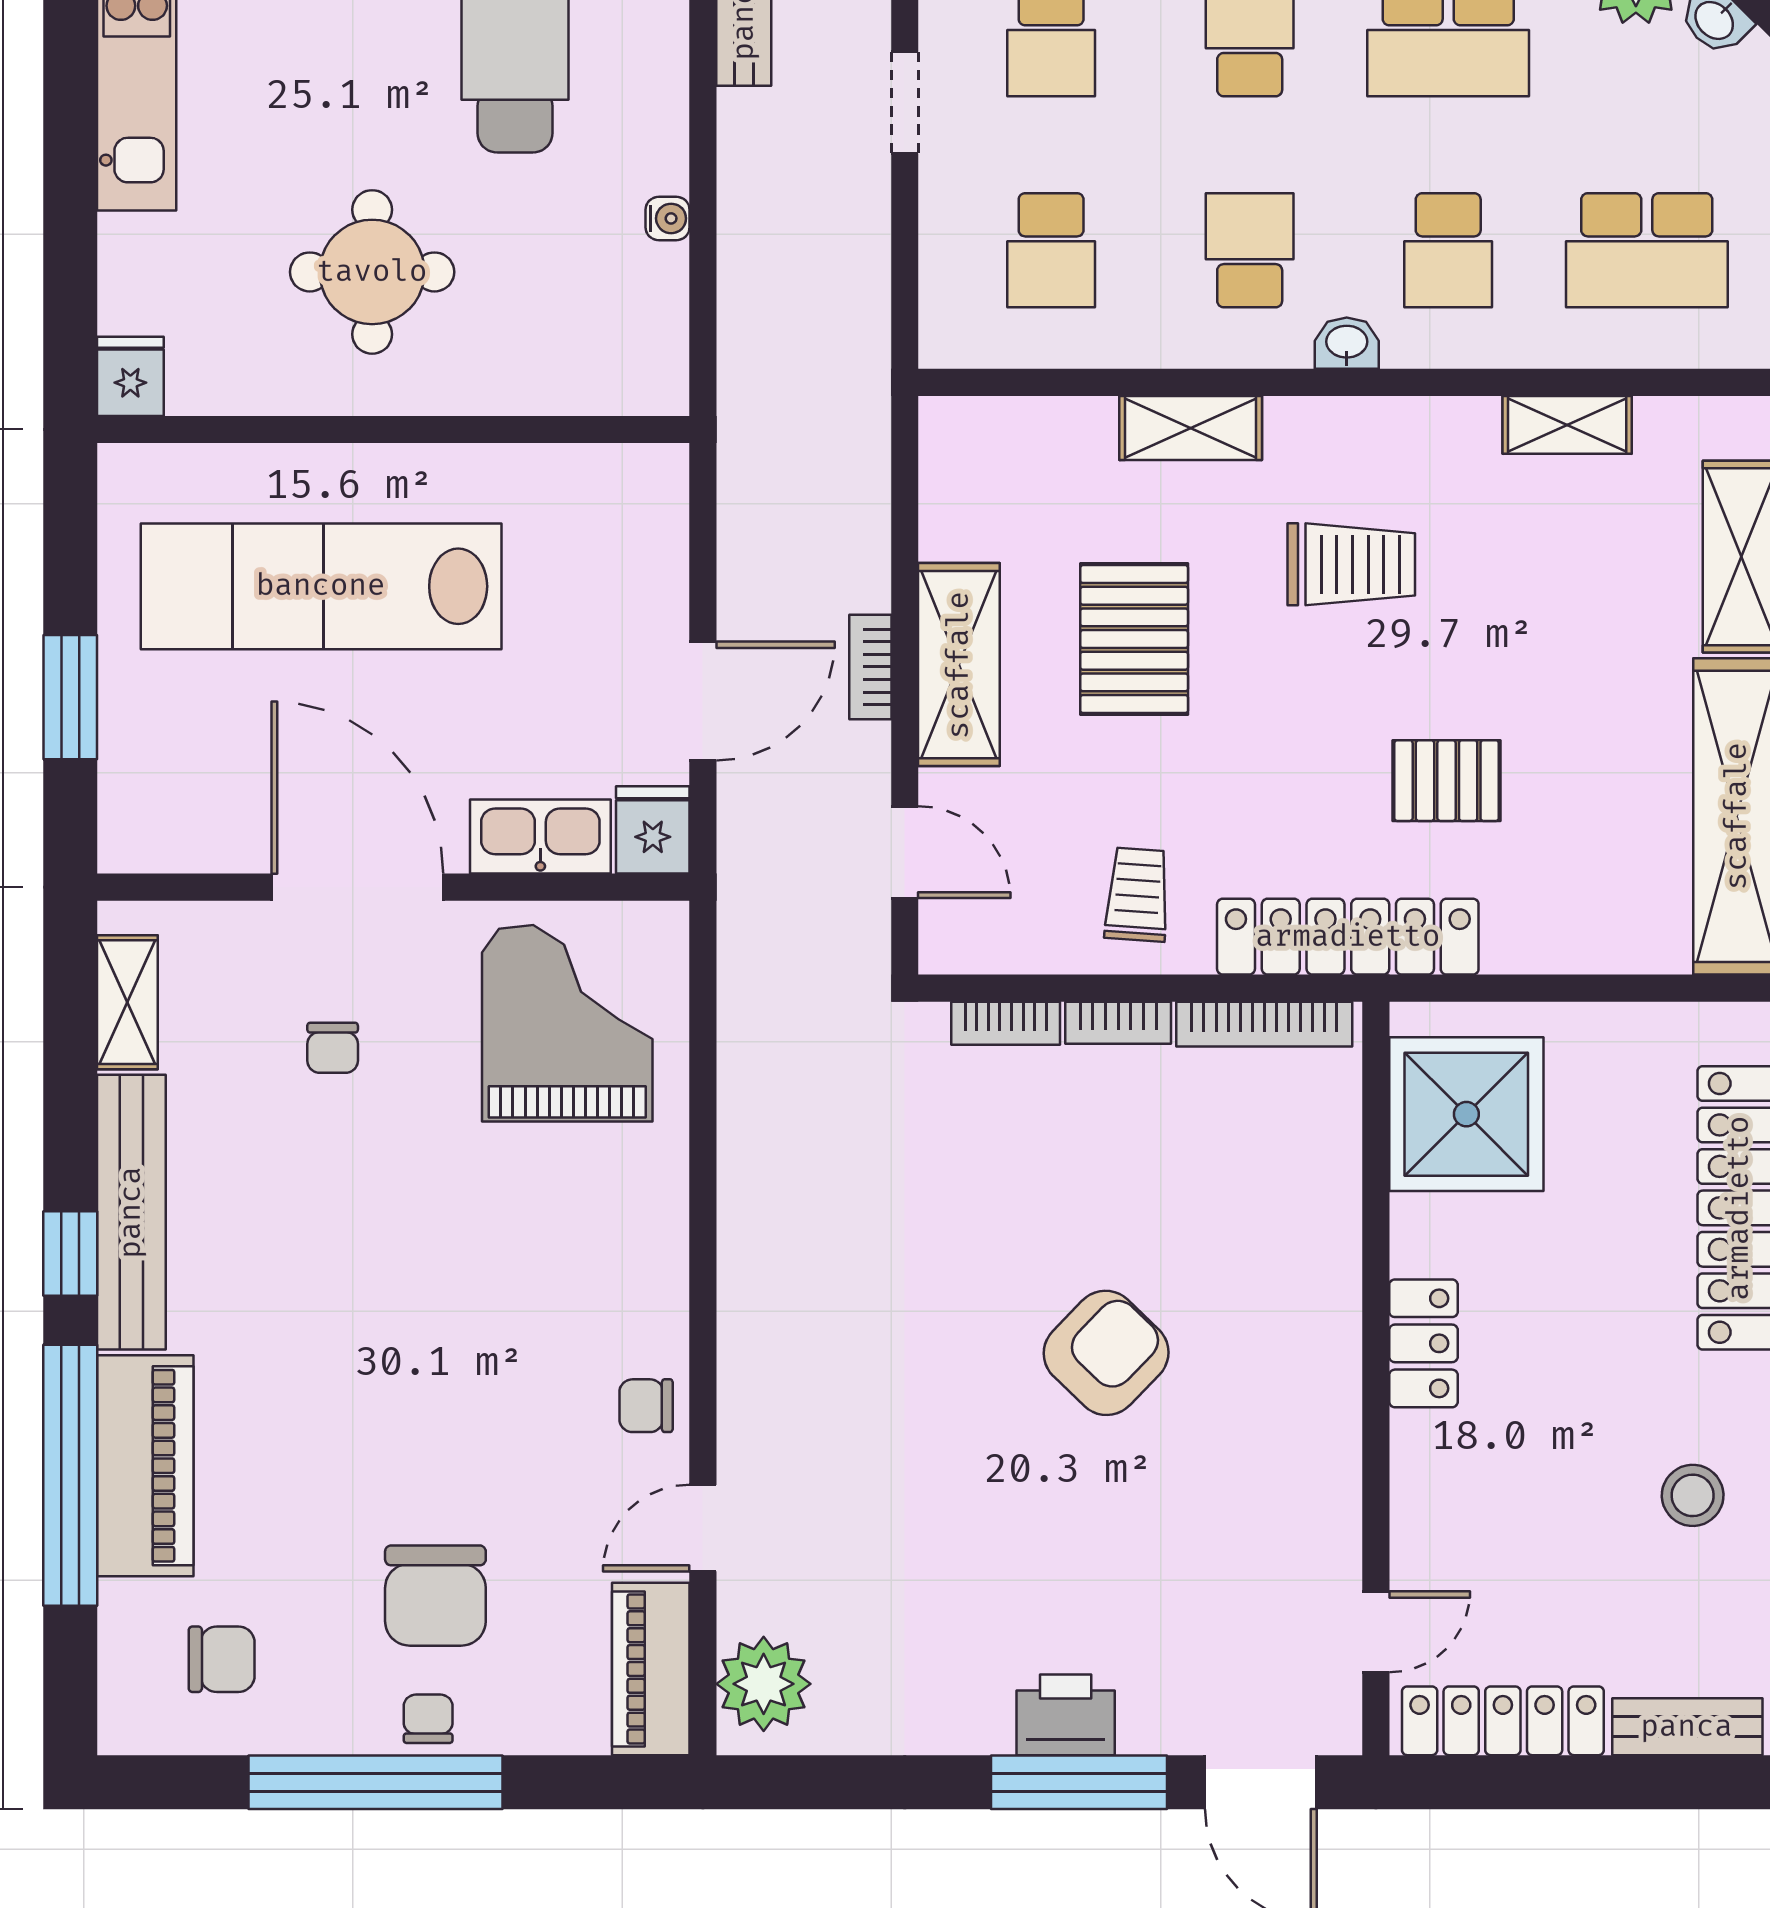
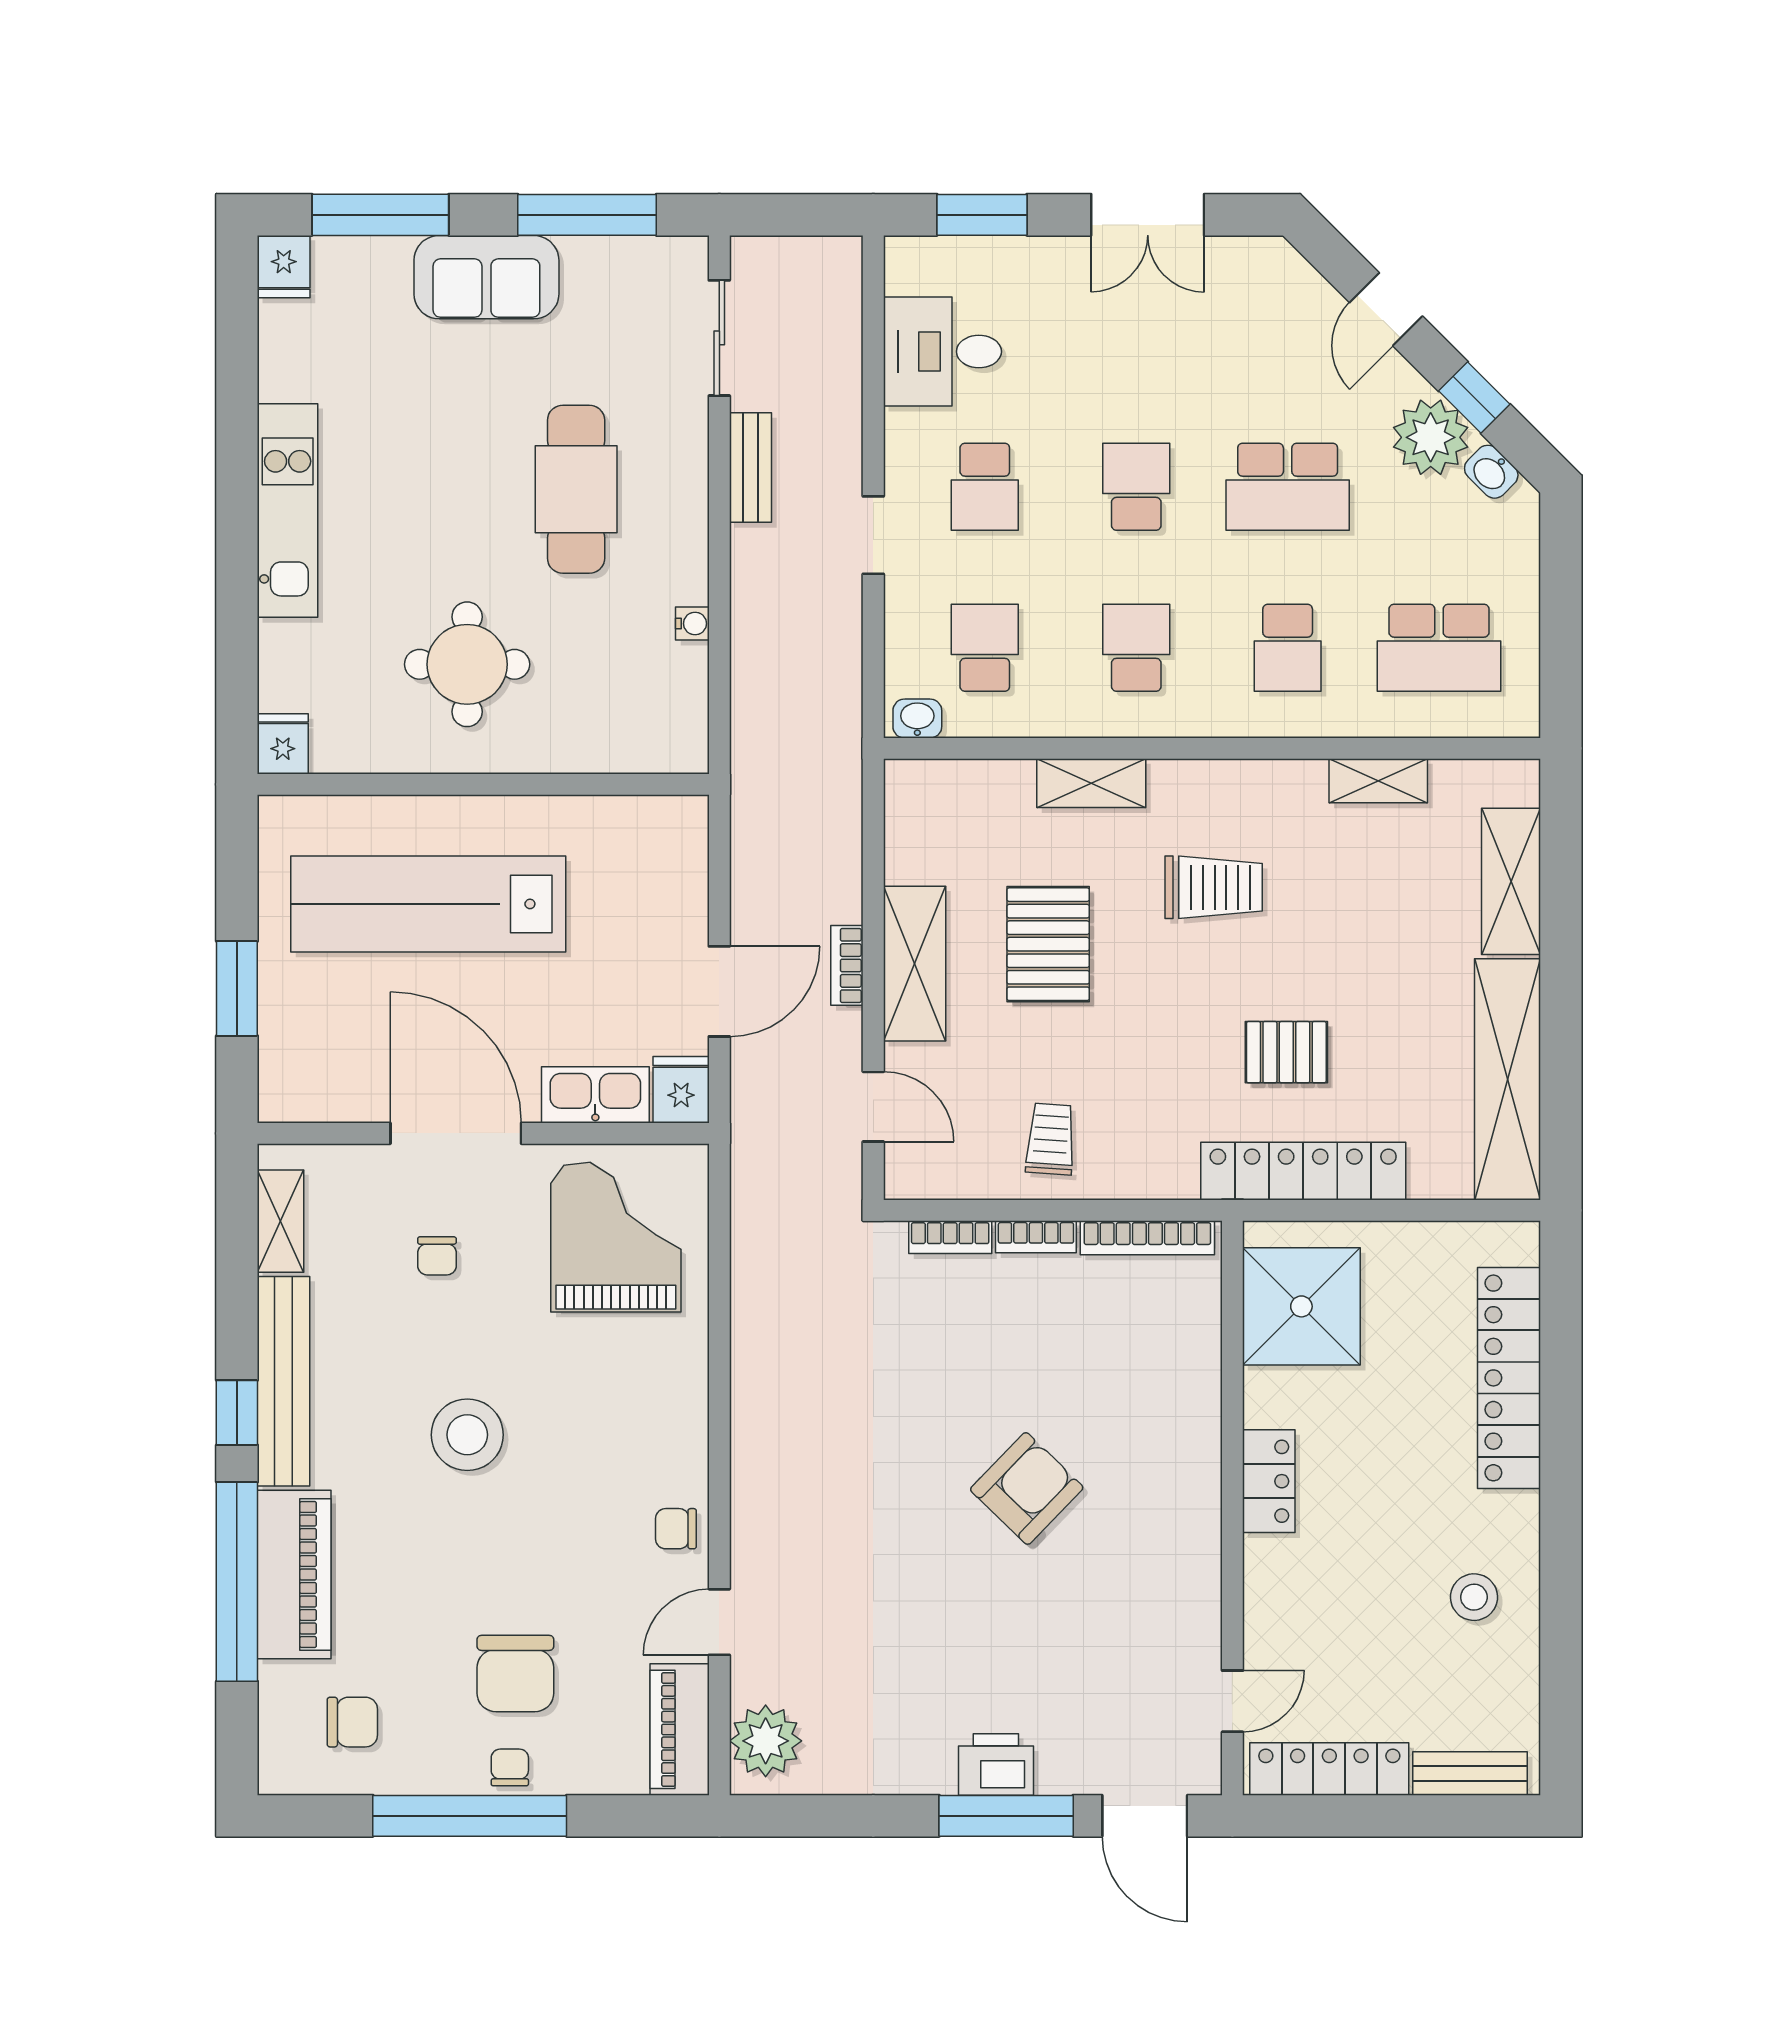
school desk: (1051, 250) -> (985, 648), turned 180
washbasin: (1347, 343) -> (917, 719), moved
locker: (1348, 937) -> (1303, 1171), moved
stool: (372, 1282) -> (467, 1435), added

